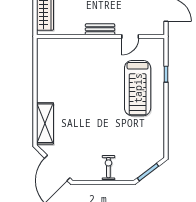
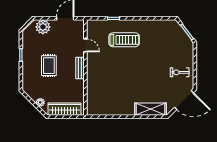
treadmill: (138, 88) -> (124, 40), width x0.73, depth x0.73
exercise bike: (108, 168) -> (180, 72), moved

